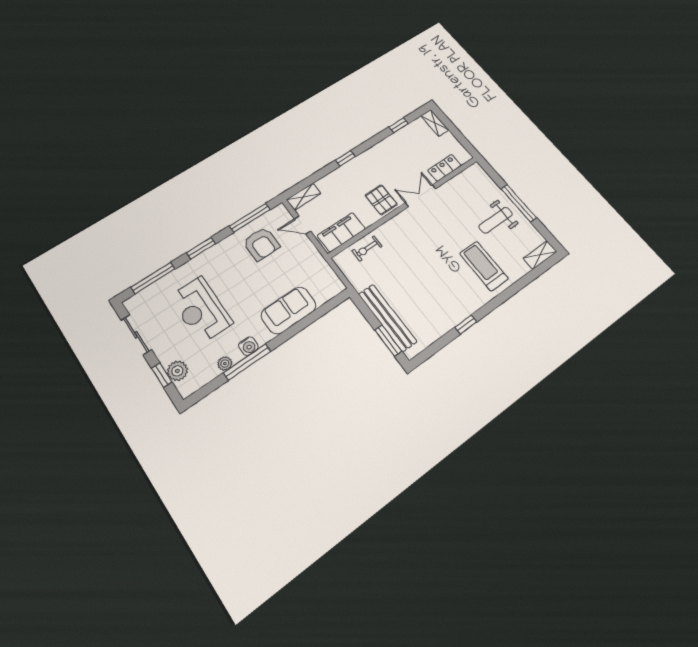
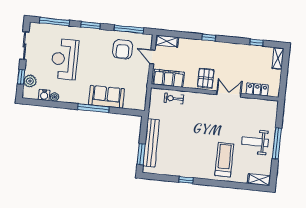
water cooler: (248, 346) -> (44, 95), moved
window: (247, 362) -> (93, 108), moved

